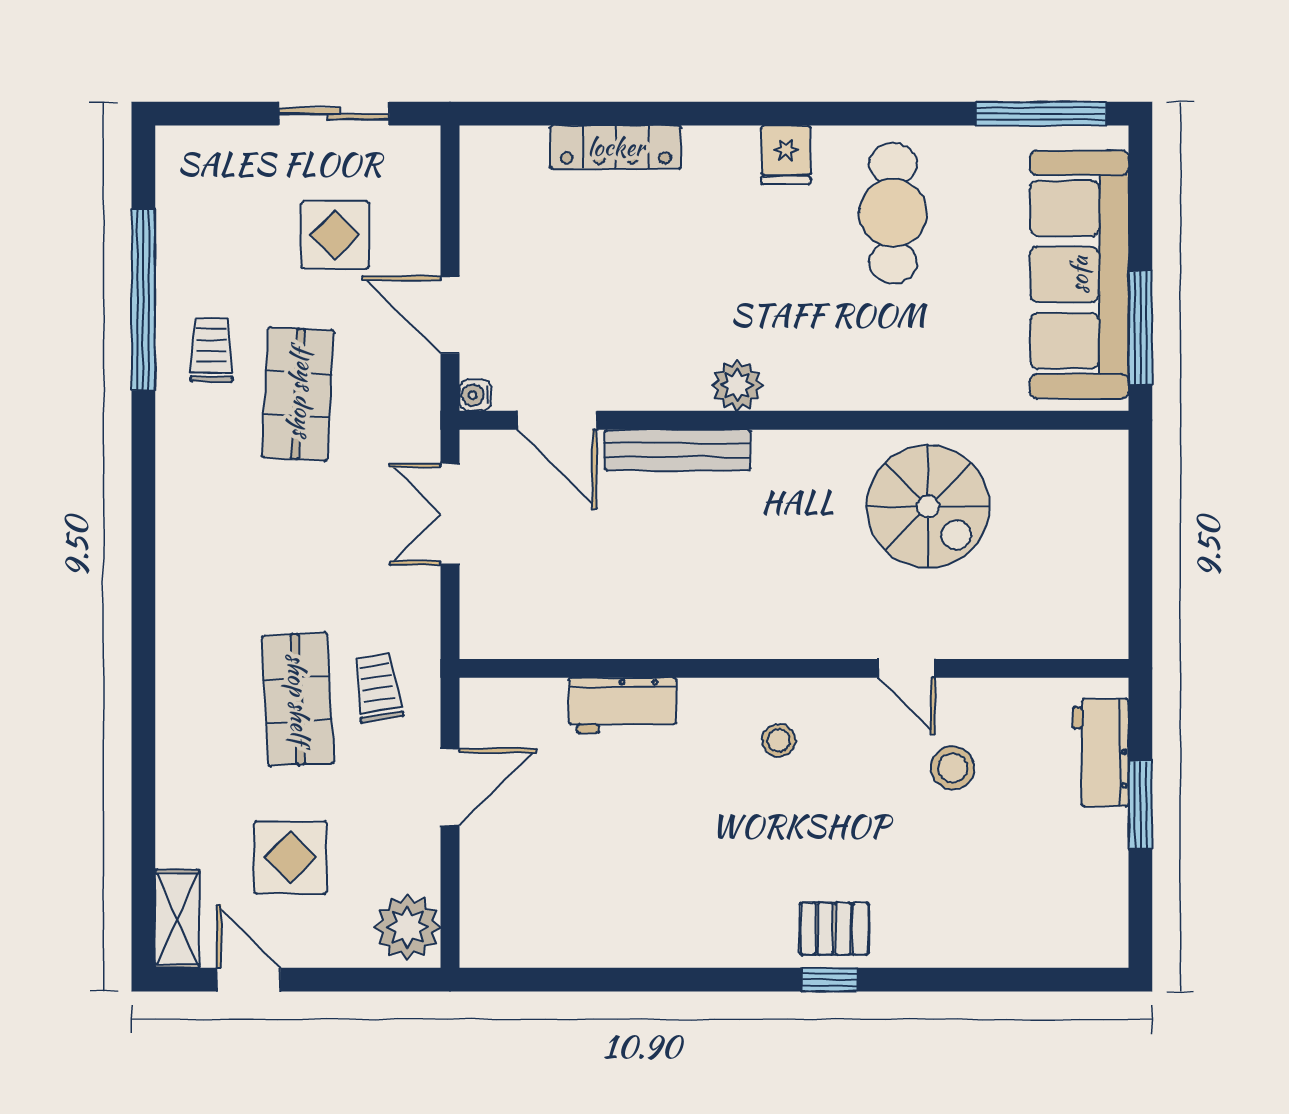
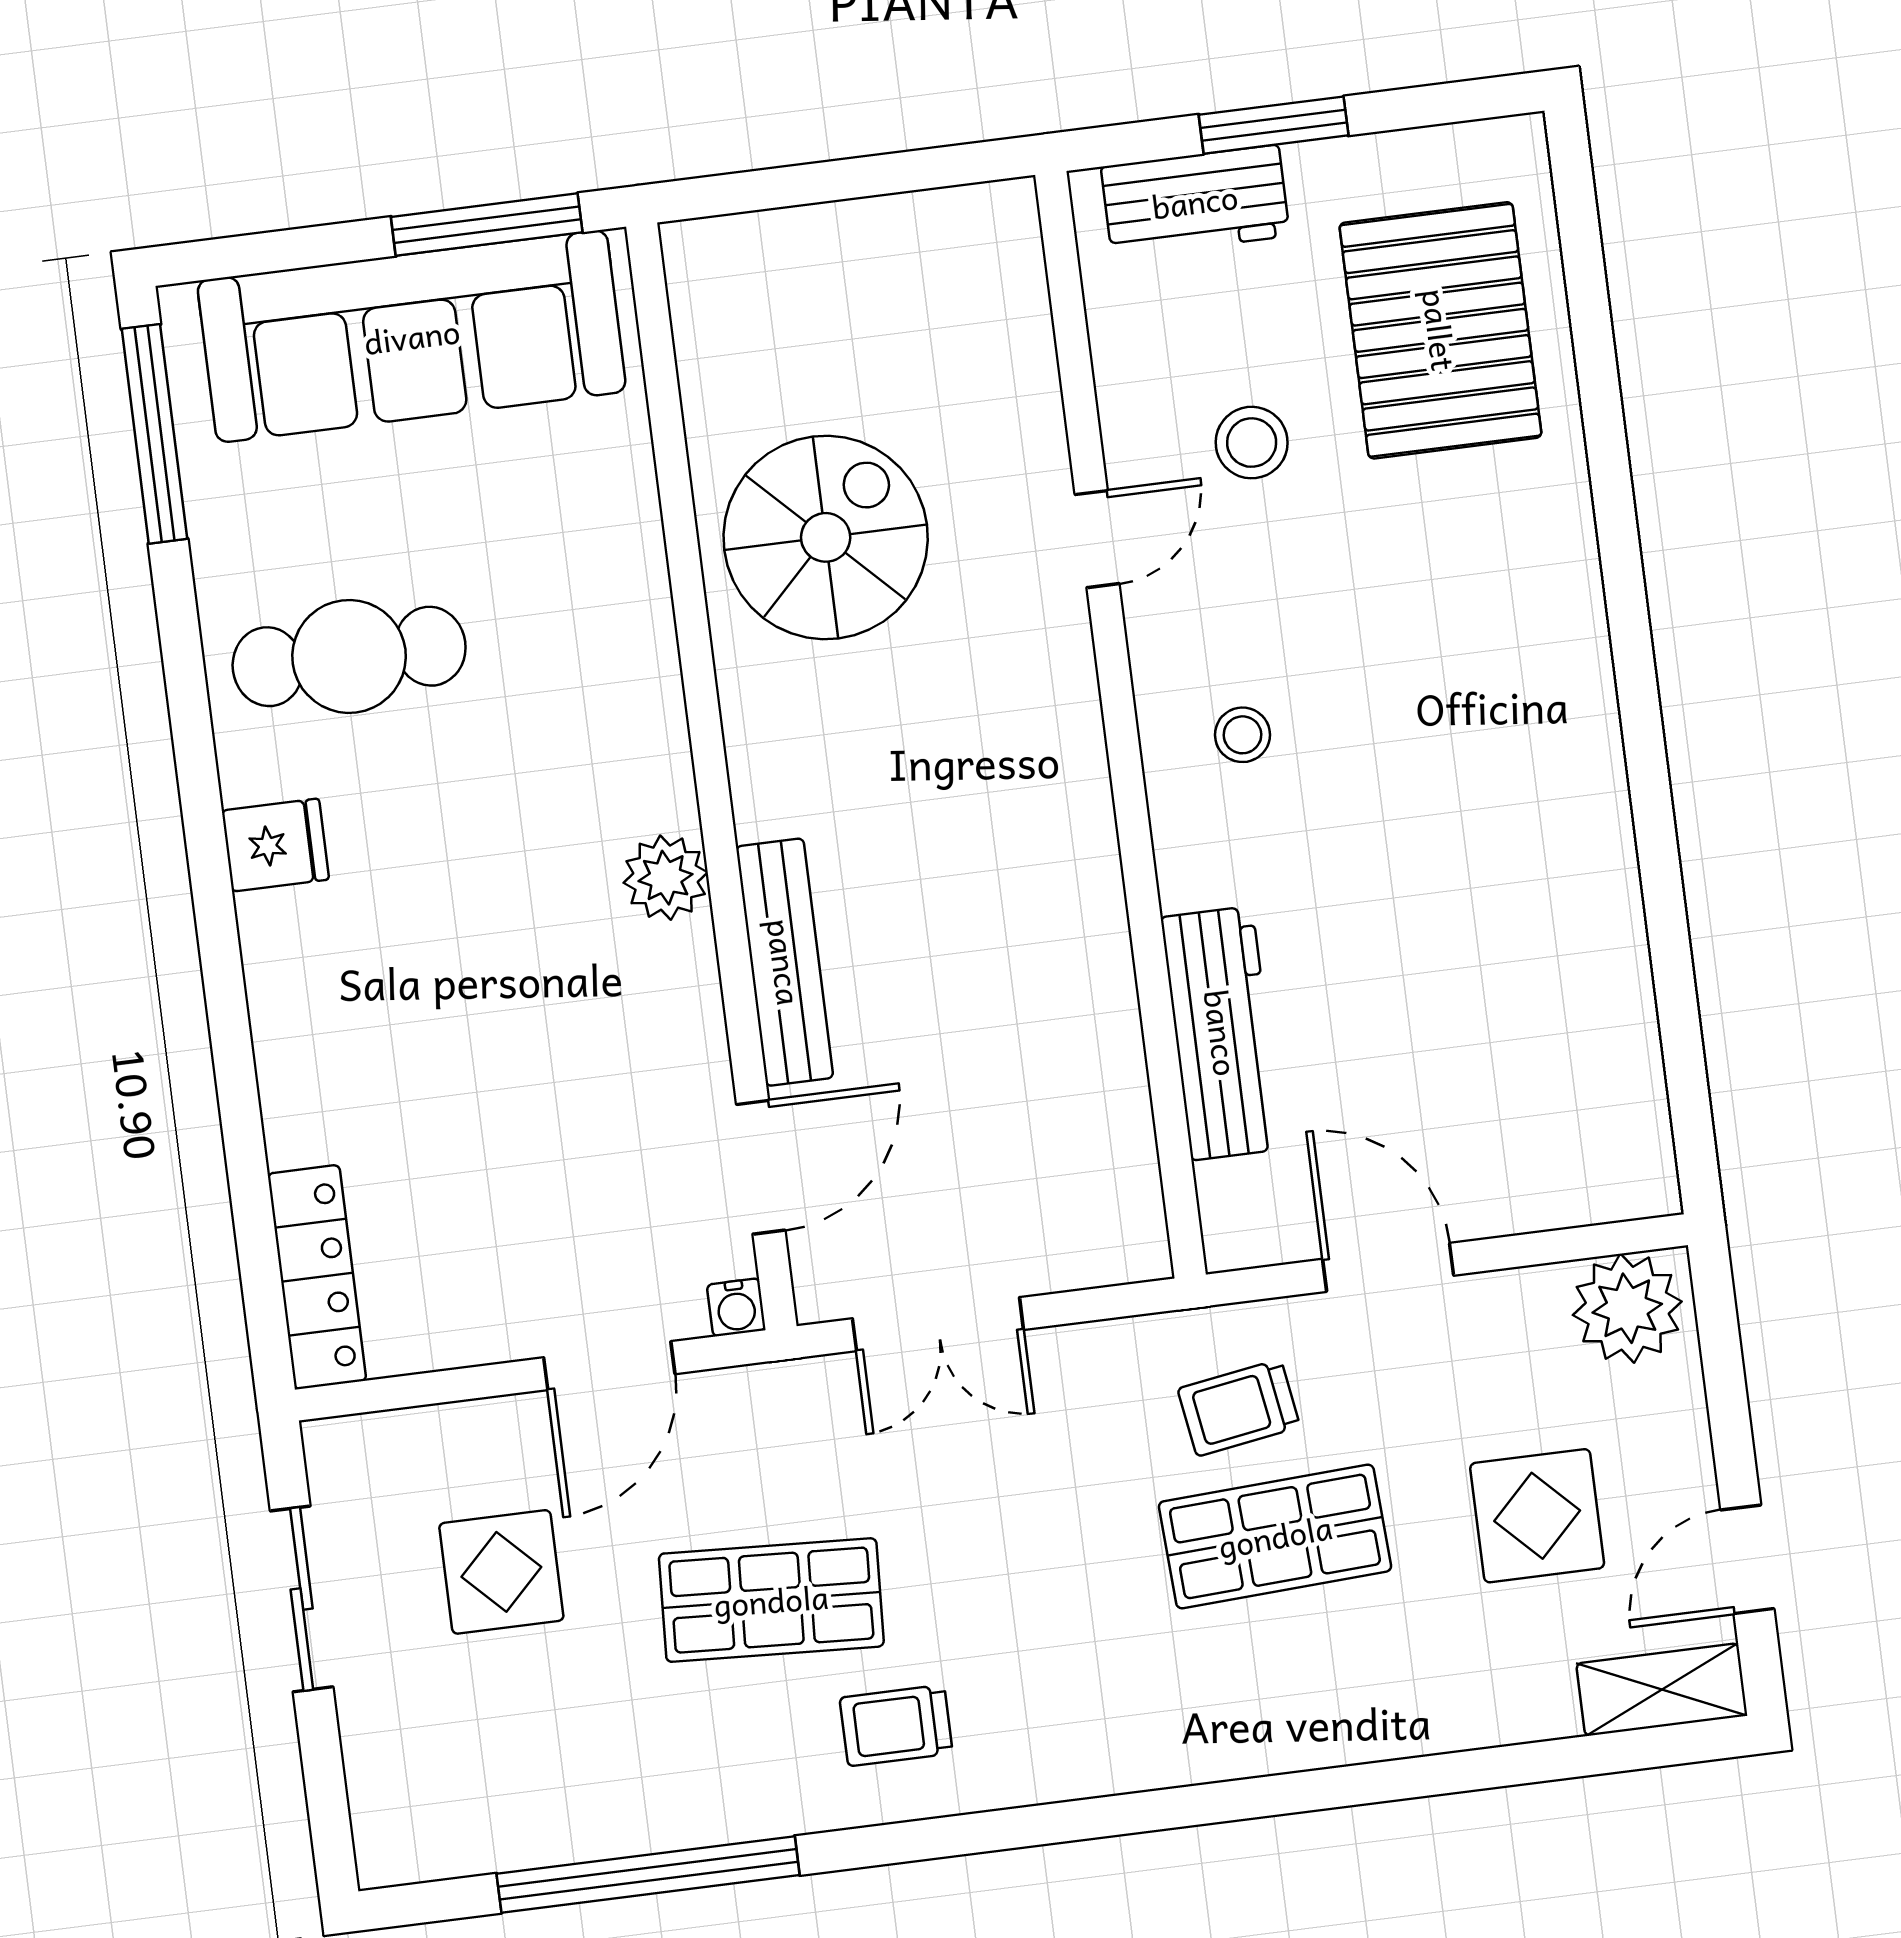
locker: (616, 147) -> (317, 1277), moved
trolley: (211, 350) -> (896, 1725), moved
workbench: (622, 705) -> (1222, 1033), width x1.38
pallet: (834, 929) -> (1440, 330), moved, width x2.05, depth x2.00
window: (829, 980) -> (1626, 602), removed

